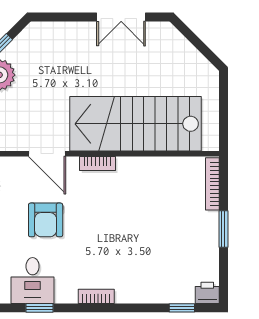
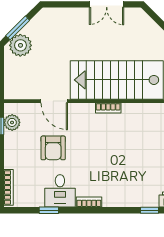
bookcase: (97, 163) -> (108, 108), moved
desk: (33, 281) -> (60, 191), moved

